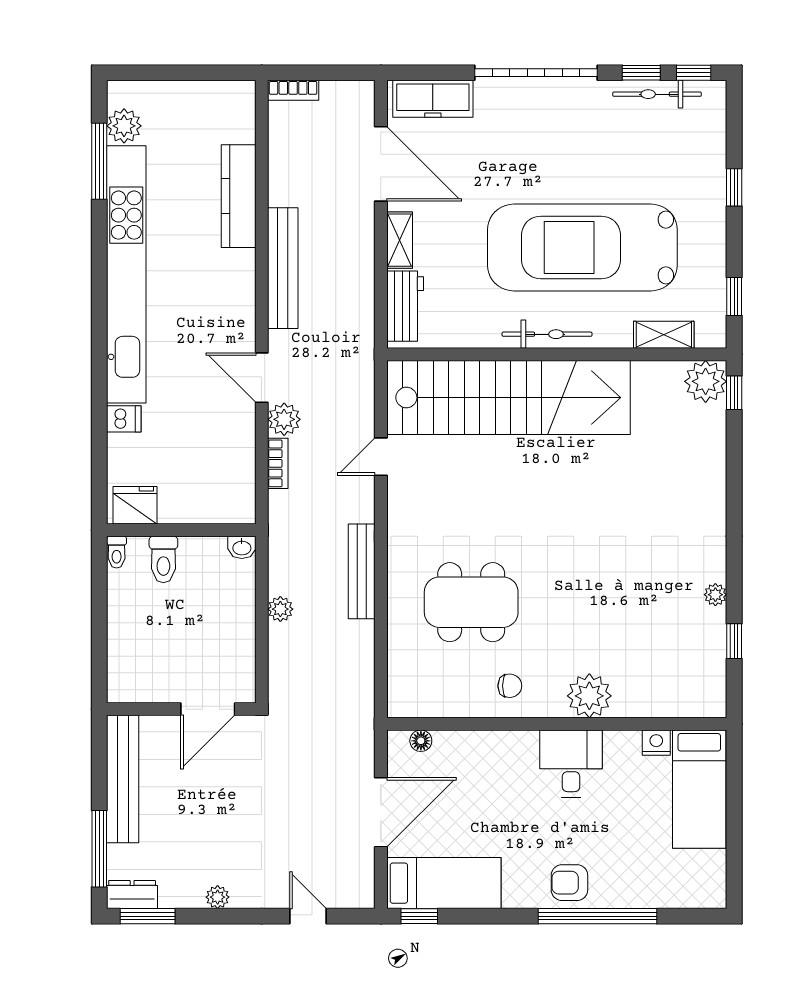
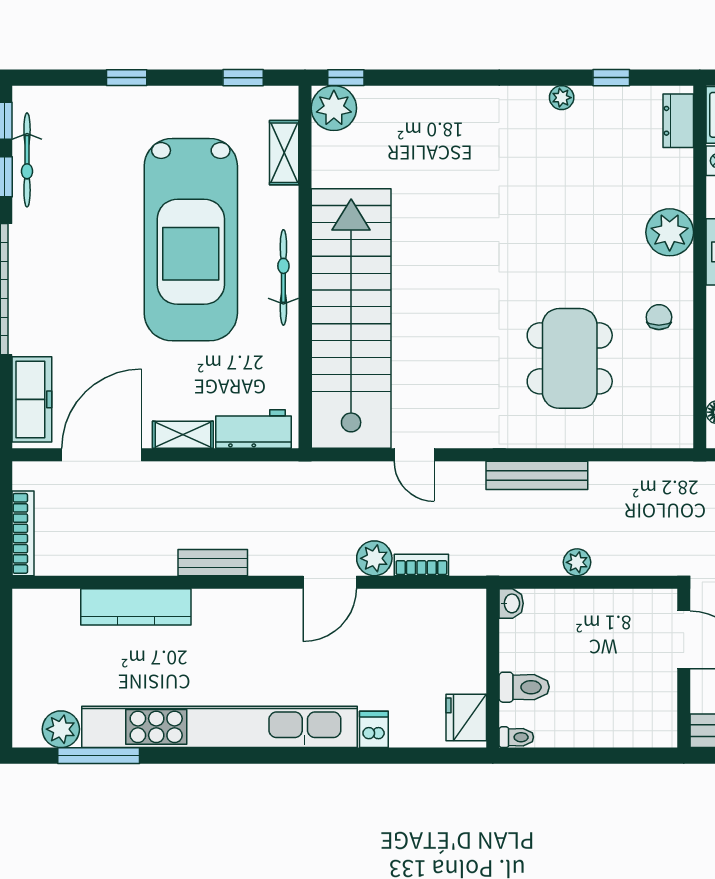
bookcase: (293, 90) -> (23, 533), width x1.56
bench: (283, 268) -> (213, 563), width x0.54, depth x0.82
dresser: (694, 704) -> (678, 121), added

